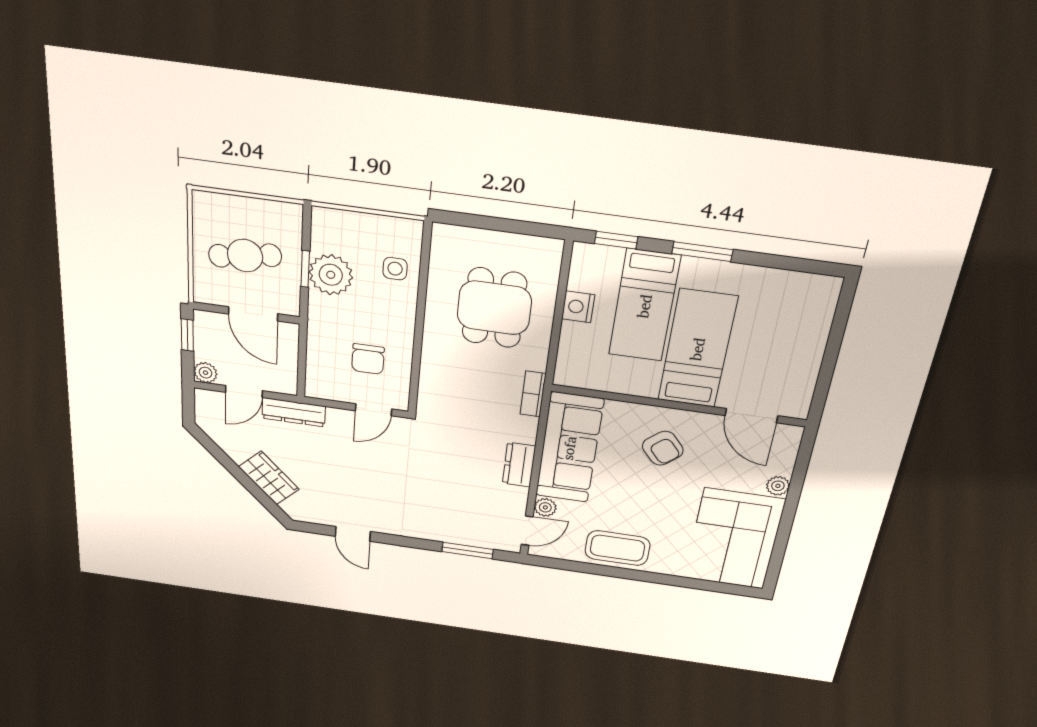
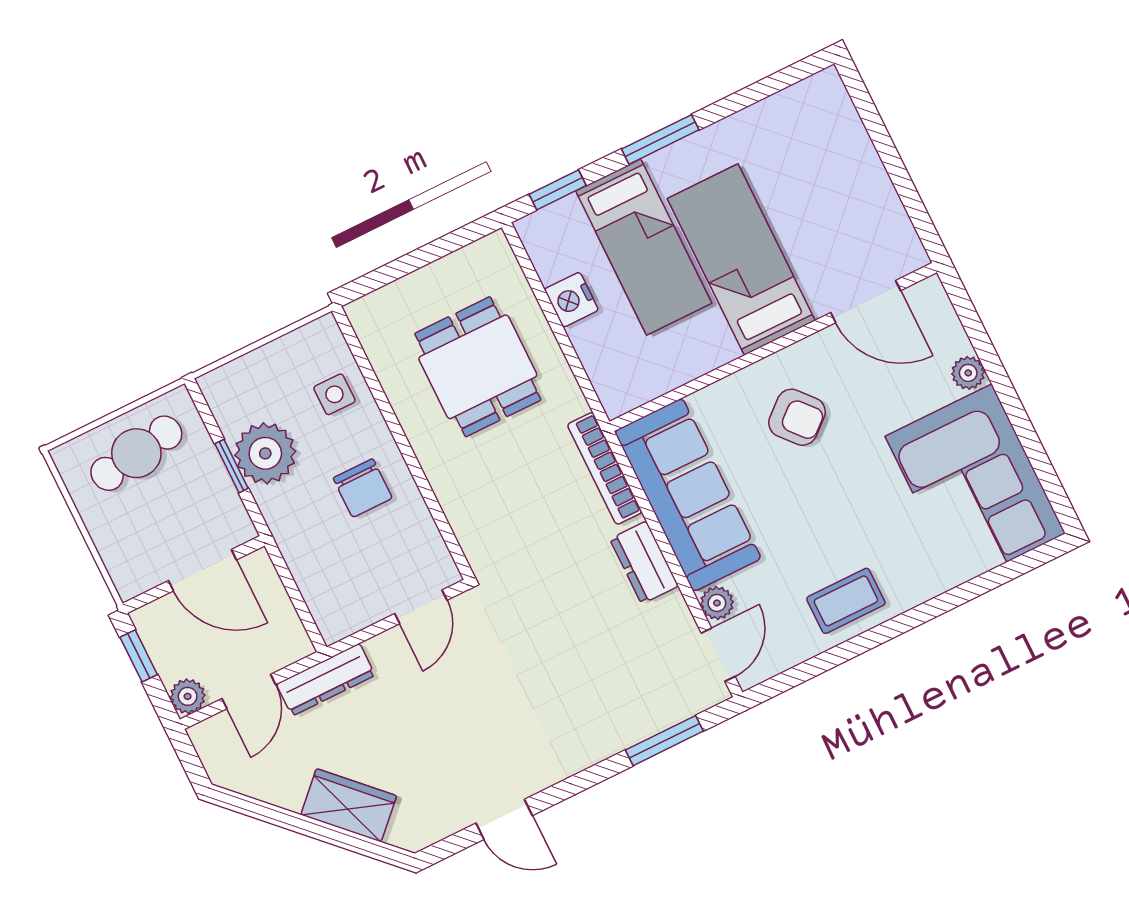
cafe table: (245, 256) -> (136, 453), moved
chair: (368, 359) -> (363, 488), moved
bookcase: (533, 394) -> (605, 468), width x1.56
coffee table: (617, 548) -> (846, 601), width x0.73, depth x0.77

